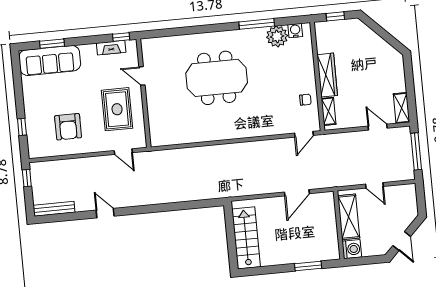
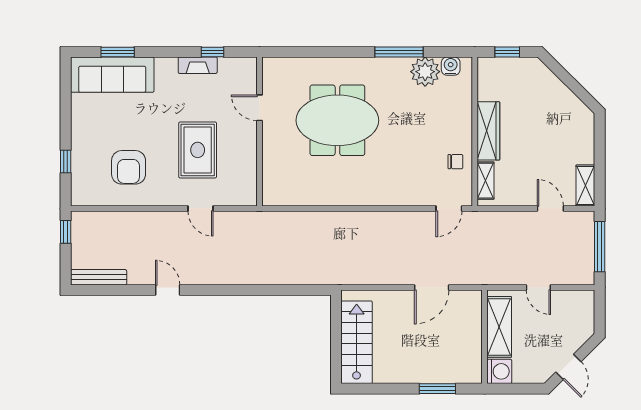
door: (142, 76) -> (260, 108), moved
wall: (144, 93) -> (260, 132), moved

